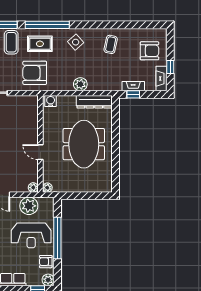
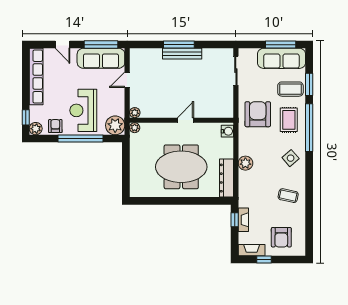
door: (40, 152) -> (185, 120), moved
plant: (29, 206) -> (115, 125), moved

